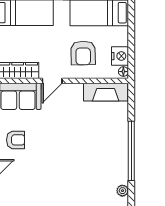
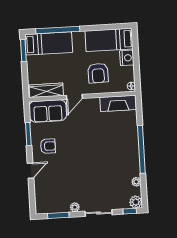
nightstand: (120, 56) -> (127, 58), moved

